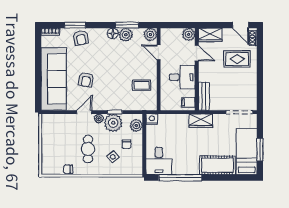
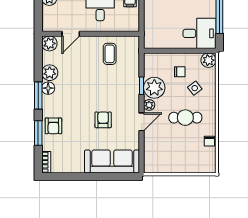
window: (127, 25) -> (38, 95), moved
armchair: (81, 38) -> (53, 126), turned 100
sofa: (54, 79) -> (112, 161), width x0.74, depth x0.79
armchair: (86, 80) -> (103, 120), turned -100
door: (84, 112) -> (142, 122), swing flipped
nightstand: (152, 119) -> (150, 42), removed
plant: (136, 126) -> (209, 60), moved

